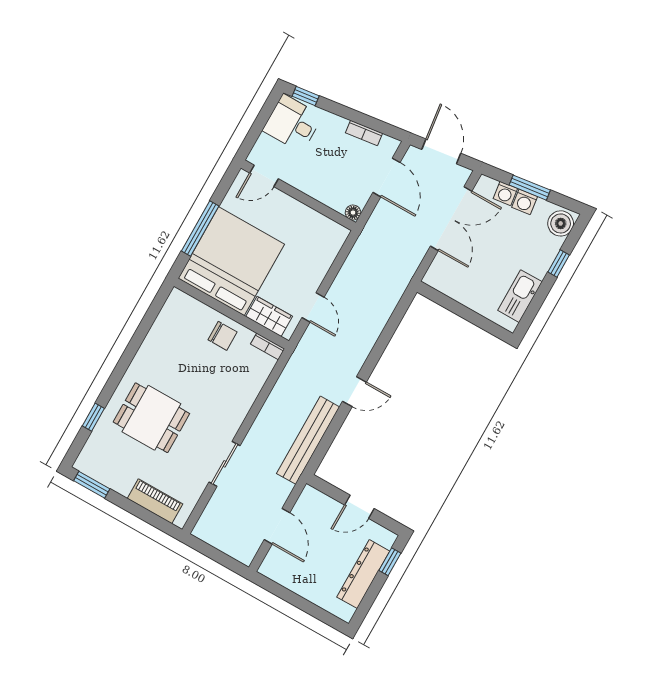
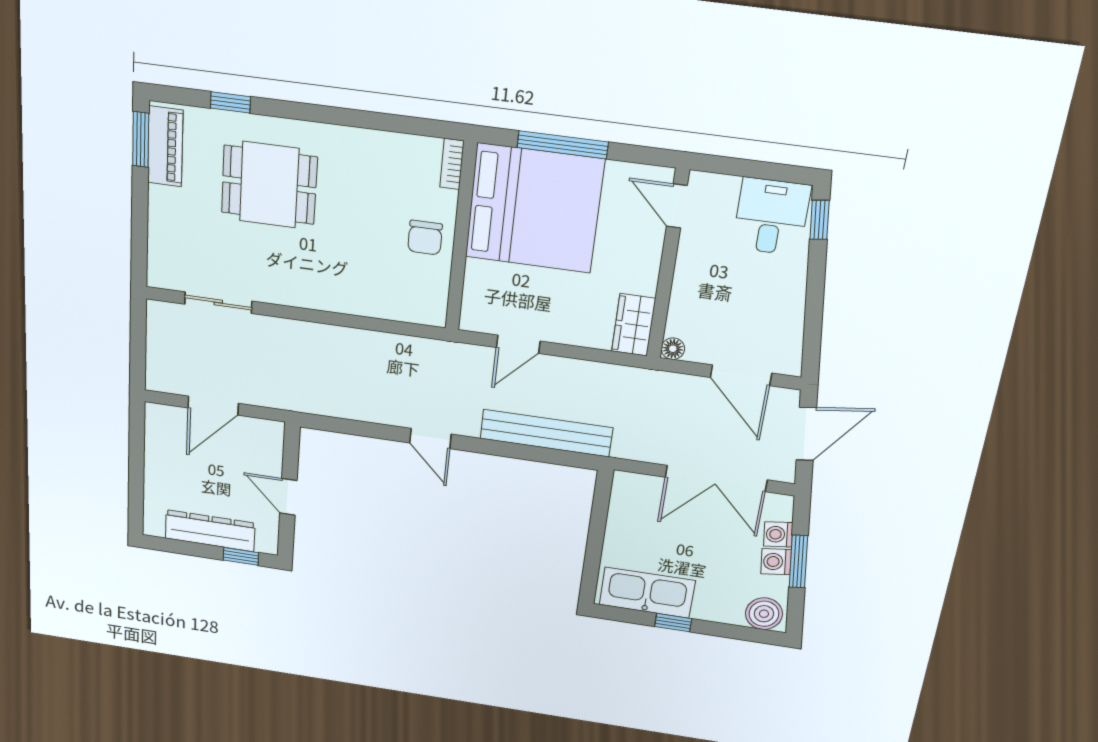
bookcase: (364, 133) -> (794, 322), removed
door: (387, 177) -> (741, 375), hinge flipped
window: (559, 264) -> (673, 623), moved
kitchen sink: (520, 296) -> (647, 593), width x1.36, depth x1.24
wardrobe: (269, 316) -> (634, 325), moved, turned 180
bookcase: (268, 346) -> (452, 164), moved
dining table: (151, 418) -> (269, 185), turned 90
bench: (308, 440) -> (546, 433), moved
sliding door: (224, 464) -> (218, 303), moved
piano: (155, 501) -> (165, 146), moved

